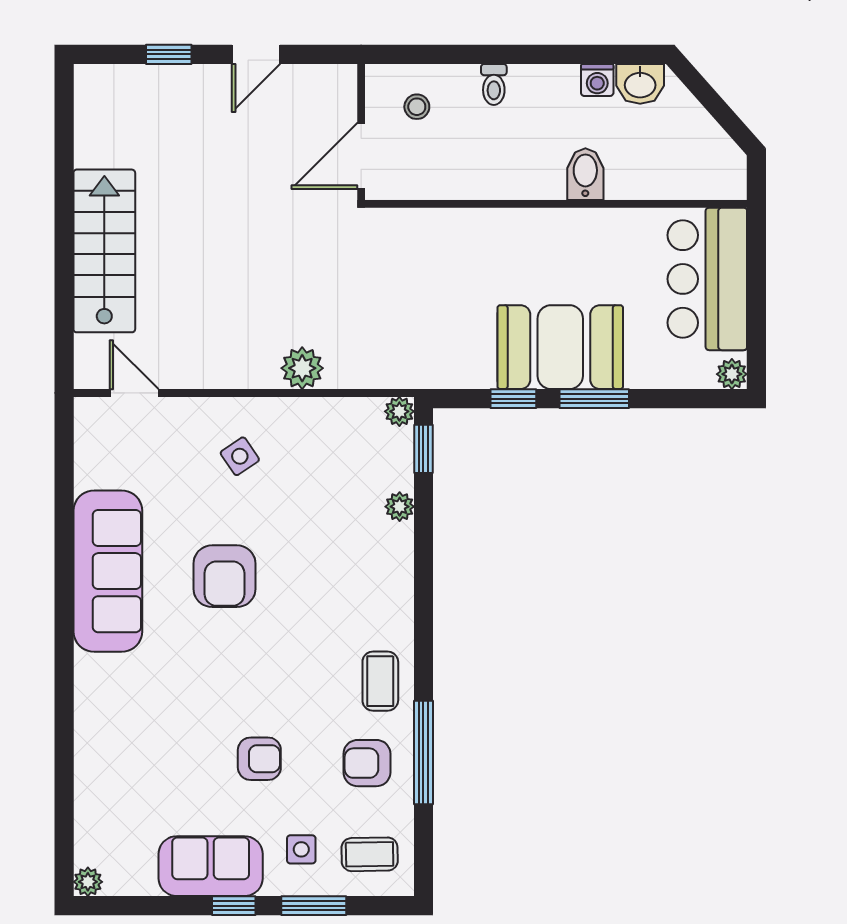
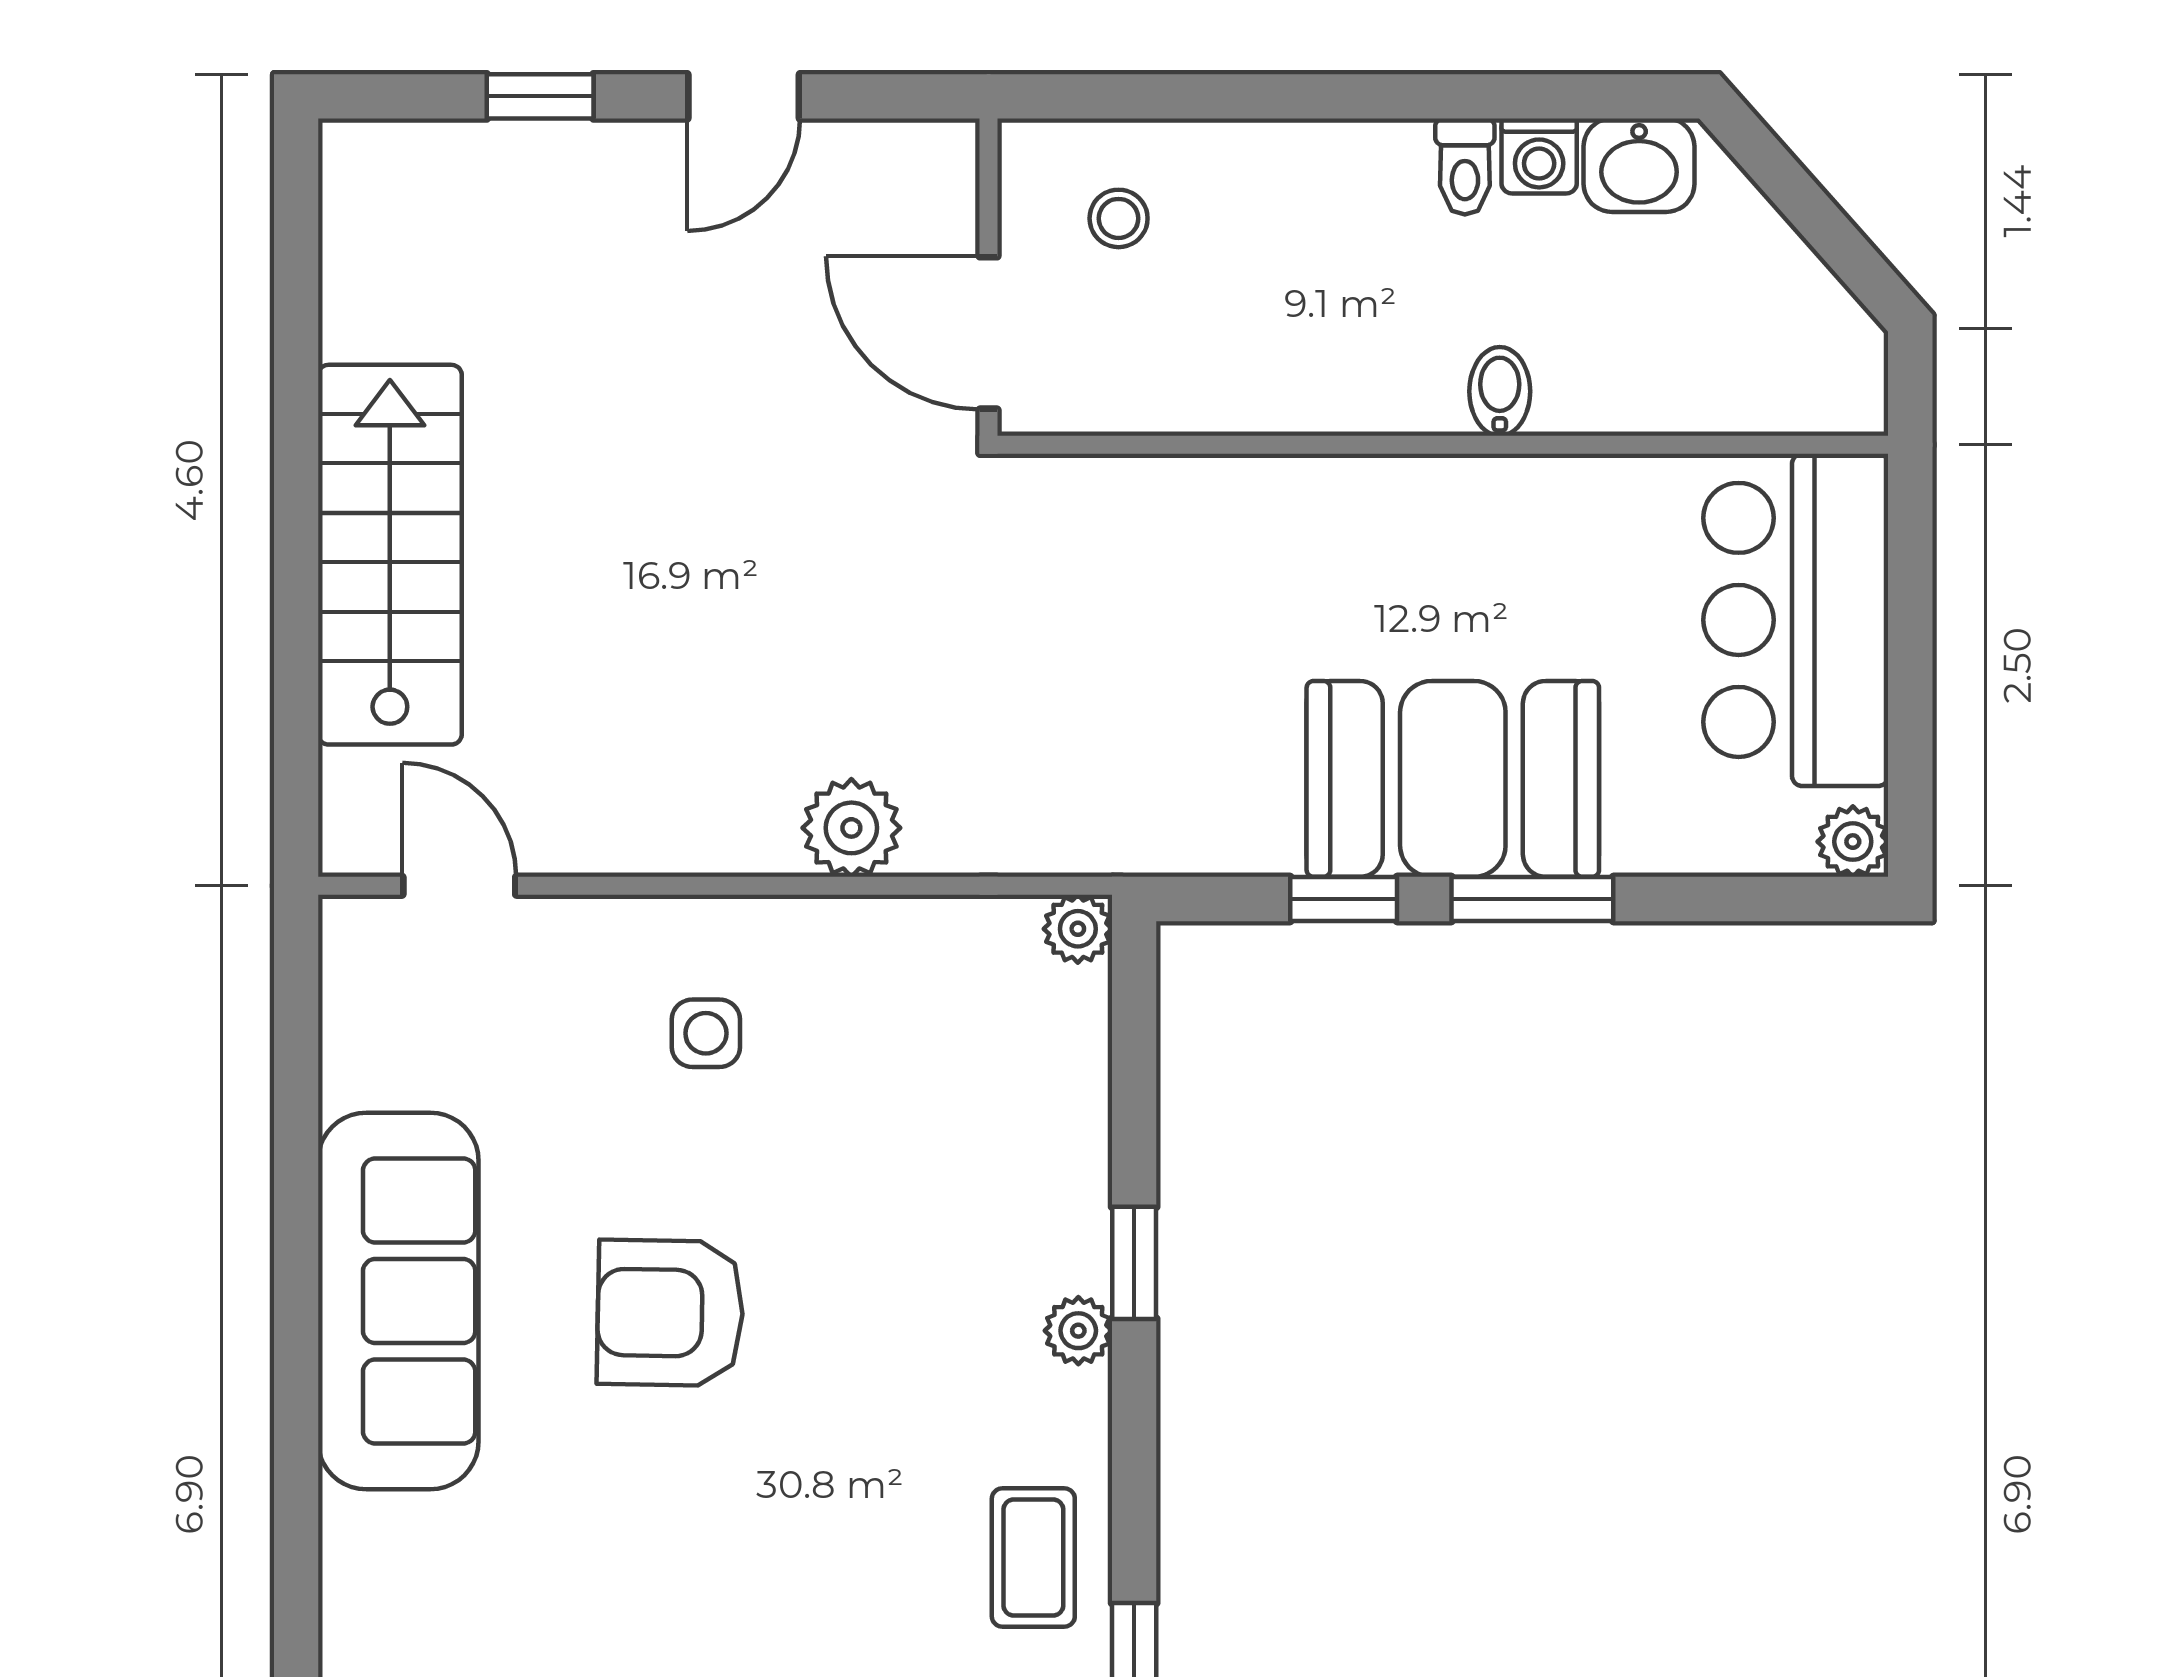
toilet: (494, 84) -> (1465, 167), moved
door: (361, 156) -> (989, 333), hinge flipped
bidet: (585, 174) -> (1500, 391), width x0.72, depth x0.74
window: (423, 449) -> (1134, 1263), moved
side table: (240, 456) -> (706, 1033), turned 34
plant: (400, 507) -> (1078, 1331), moved
armchair: (224, 576) -> (670, 1313), turned 91

